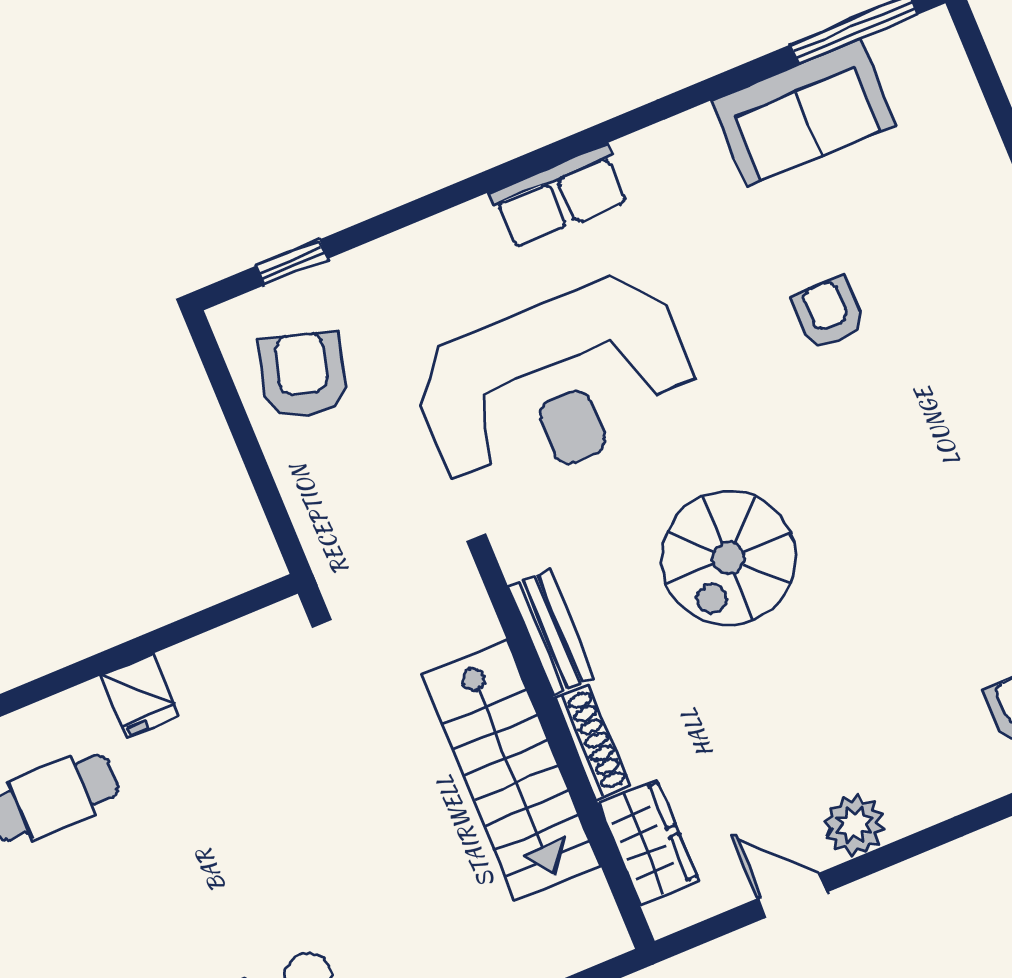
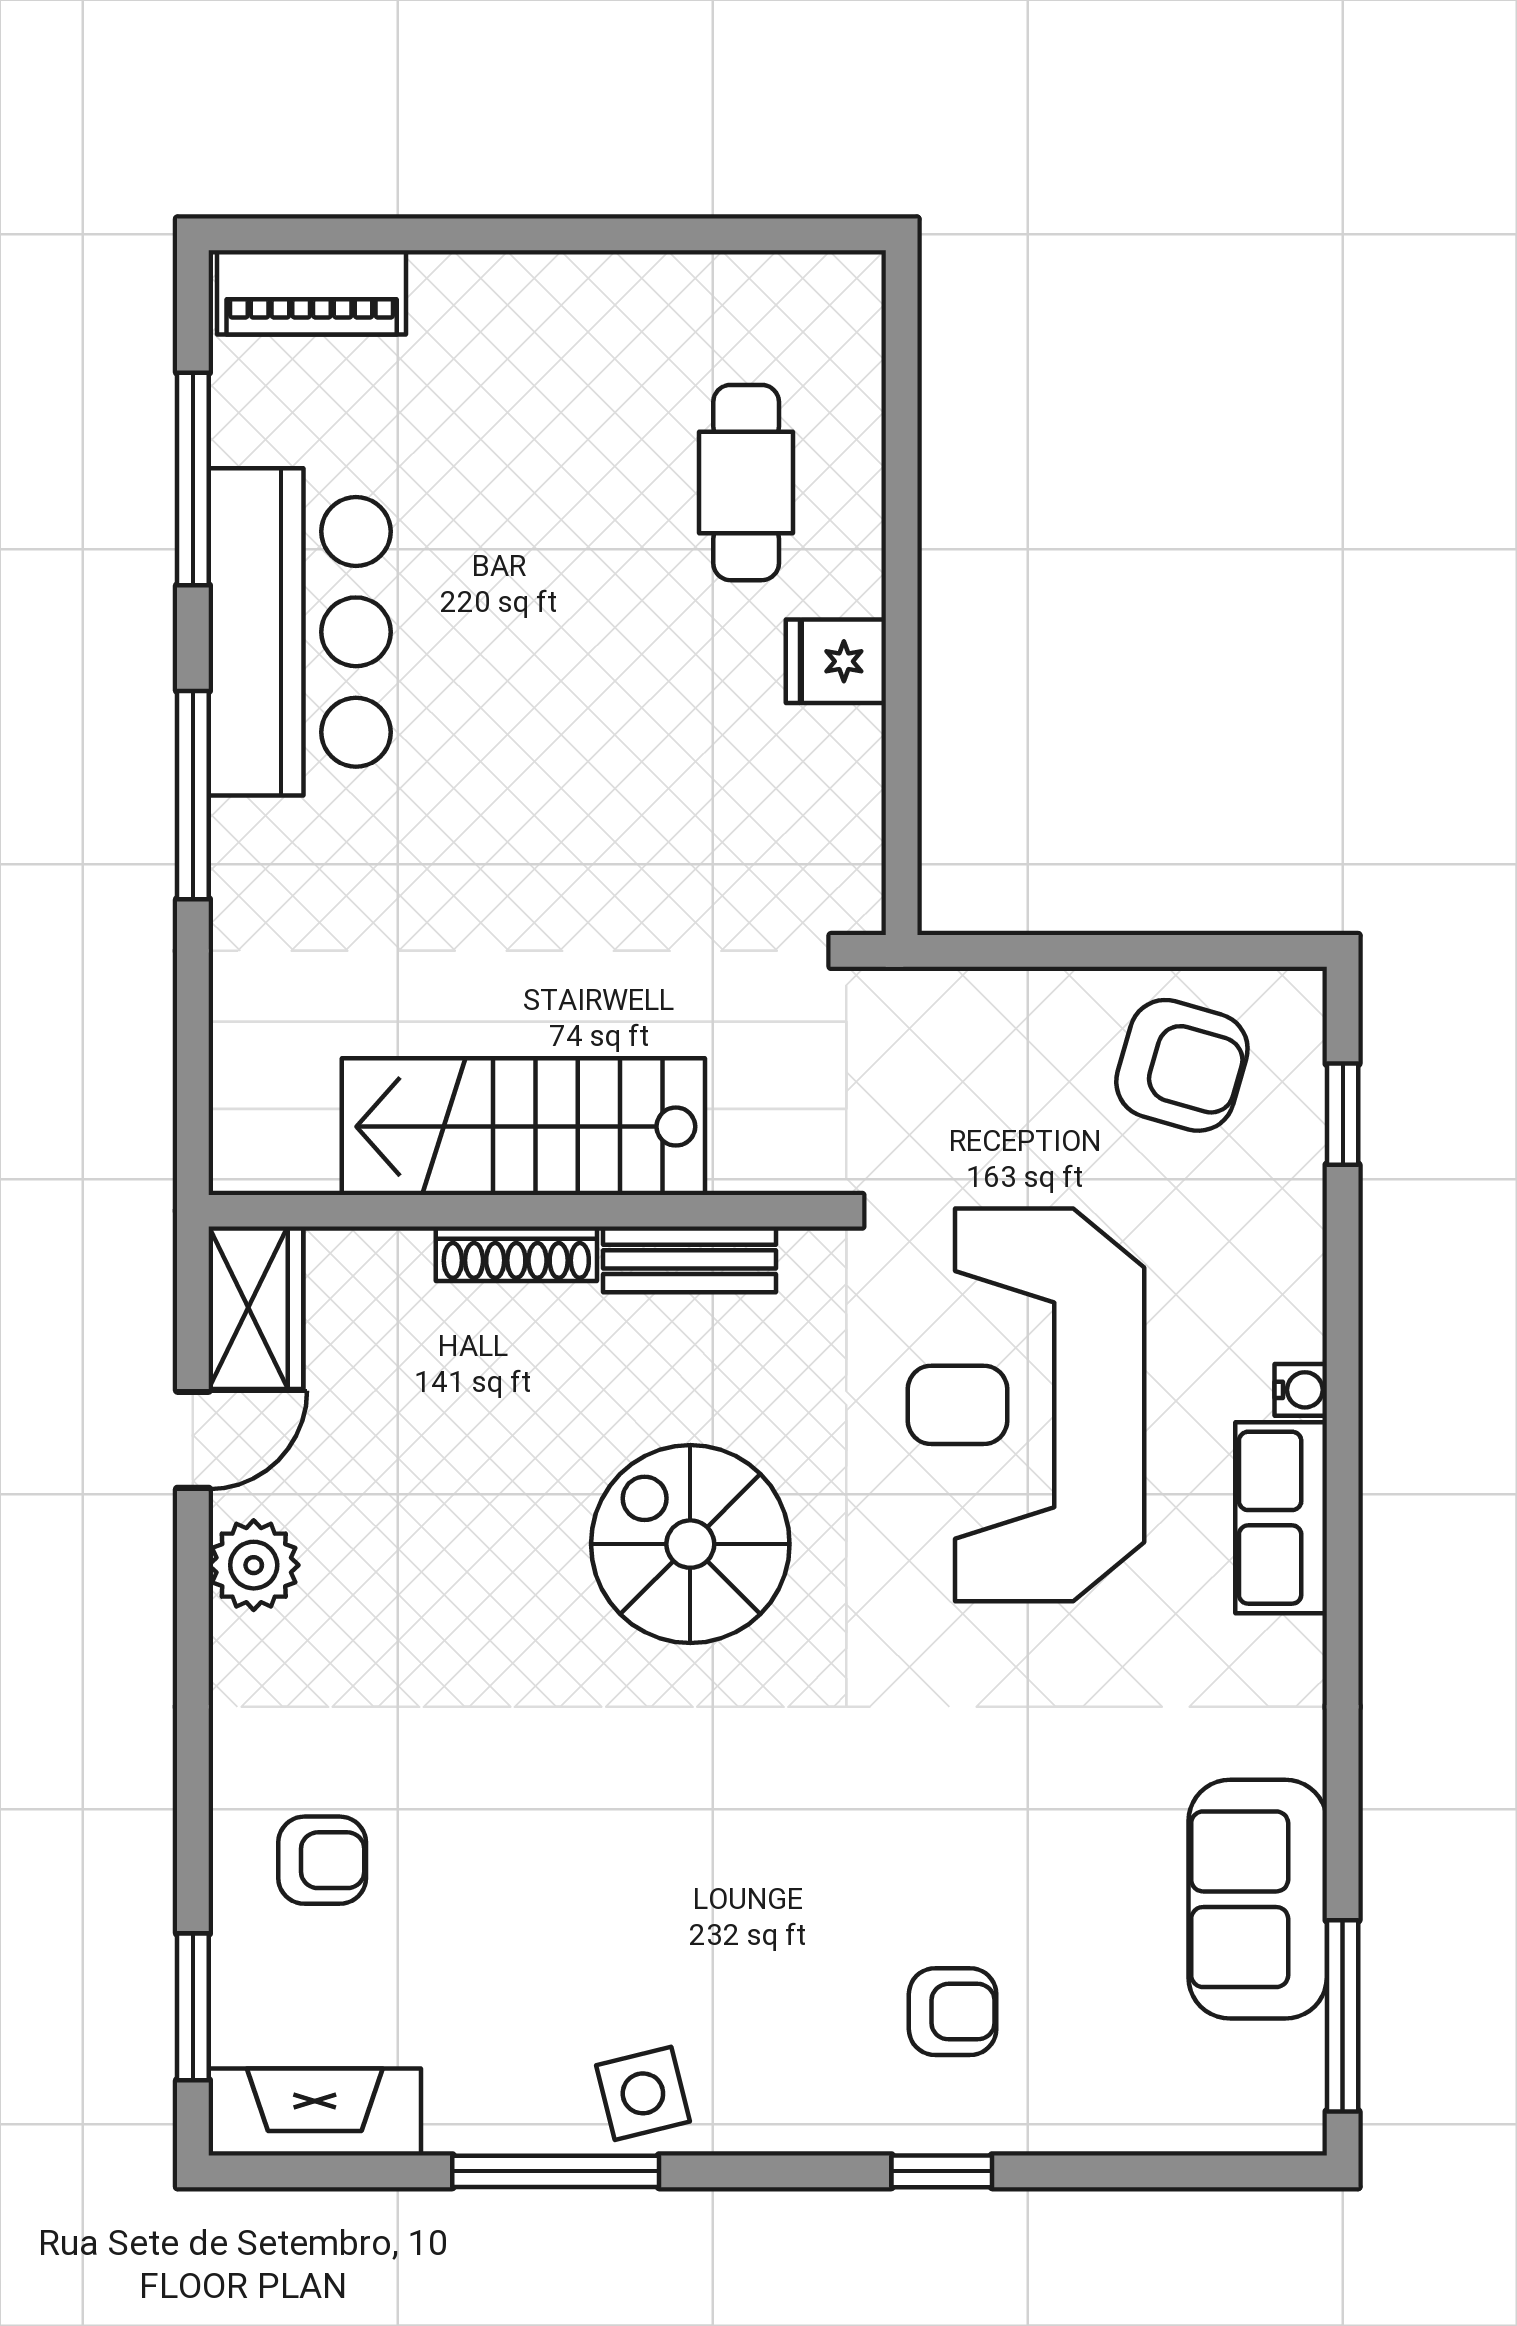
water cooler: (474, 217) -> (1301, 1390), added
armchair: (828, 313) -> (953, 2012), moved
wardrobe: (648, 842) -> (256, 1308), moved, turned -90

